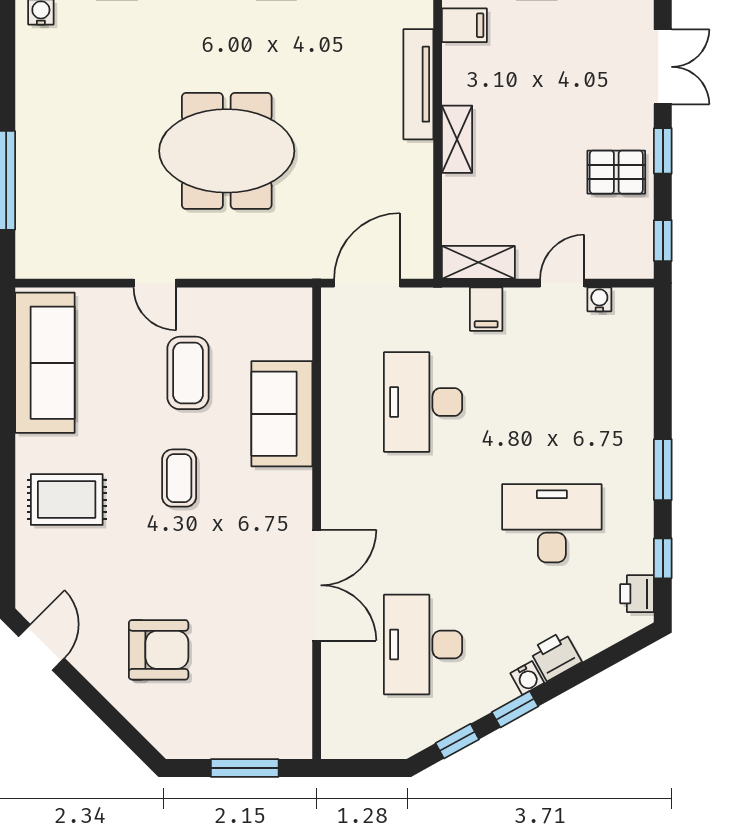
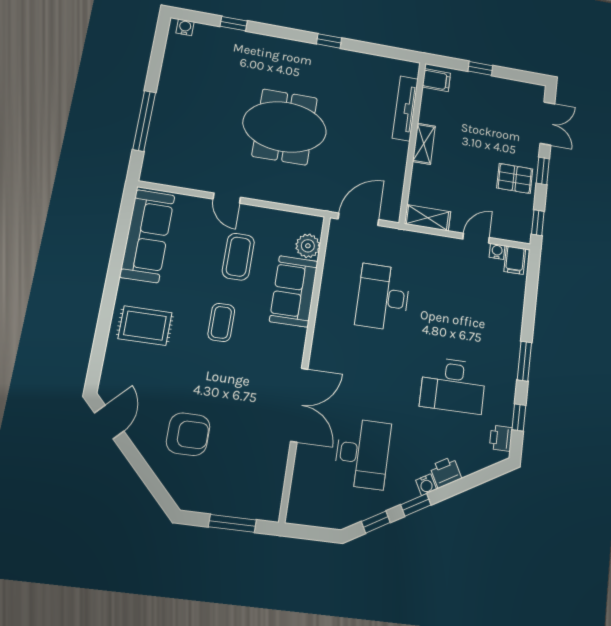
filing cabinet: (486, 309) -> (515, 260), moved
plant: (293, 339) -> (308, 246), added
desk: (552, 523) -> (453, 385), turned 180
desk: (423, 645) -> (362, 454), turned 180

